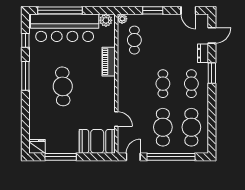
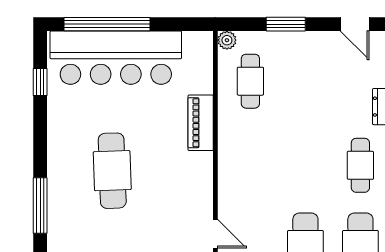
plant: (106, 20) -> (195, 43), removed
window: (25, 76) -> (40, 205), moved
cafe table: (163, 84) -> (305, 165), removed

